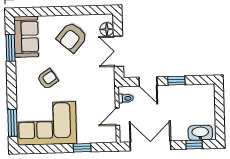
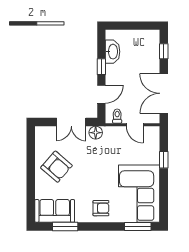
floor lamp: (107, 29) -> (96, 133), moved
armchair: (48, 79) -> (101, 208), moved, turned 124
washbasin: (200, 133) -> (113, 52), moved, turned 180

